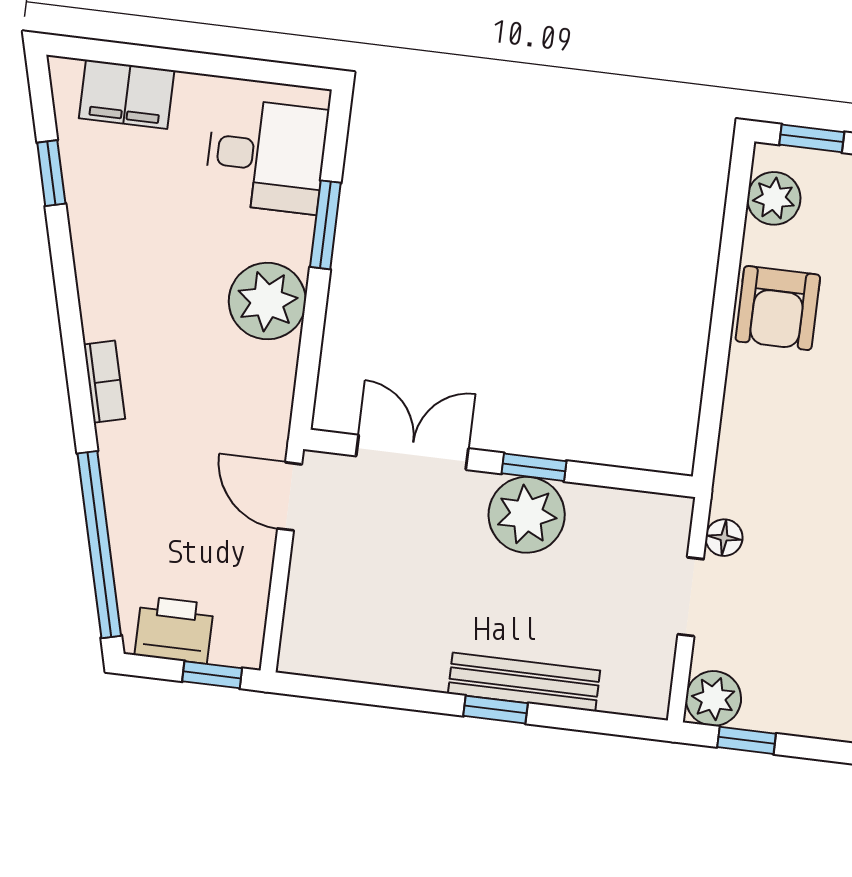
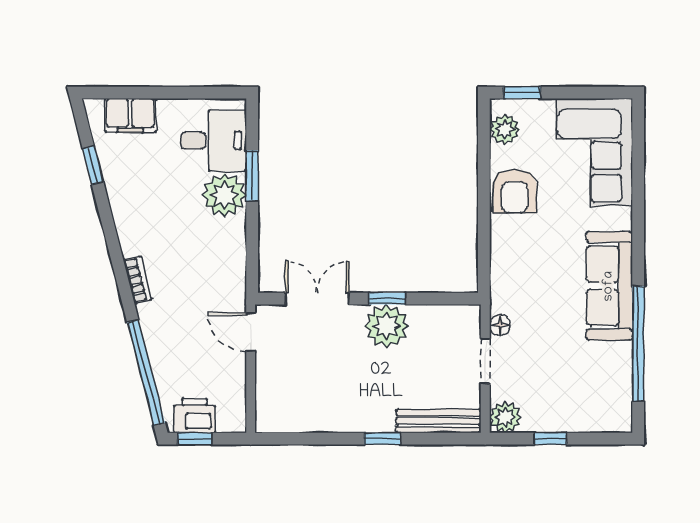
plant: (267, 301) -> (224, 195), moved
window: (212, 675) -> (195, 439), moved
bench: (524, 682) -> (439, 421), moved
window: (747, 740) -> (550, 439), moved

